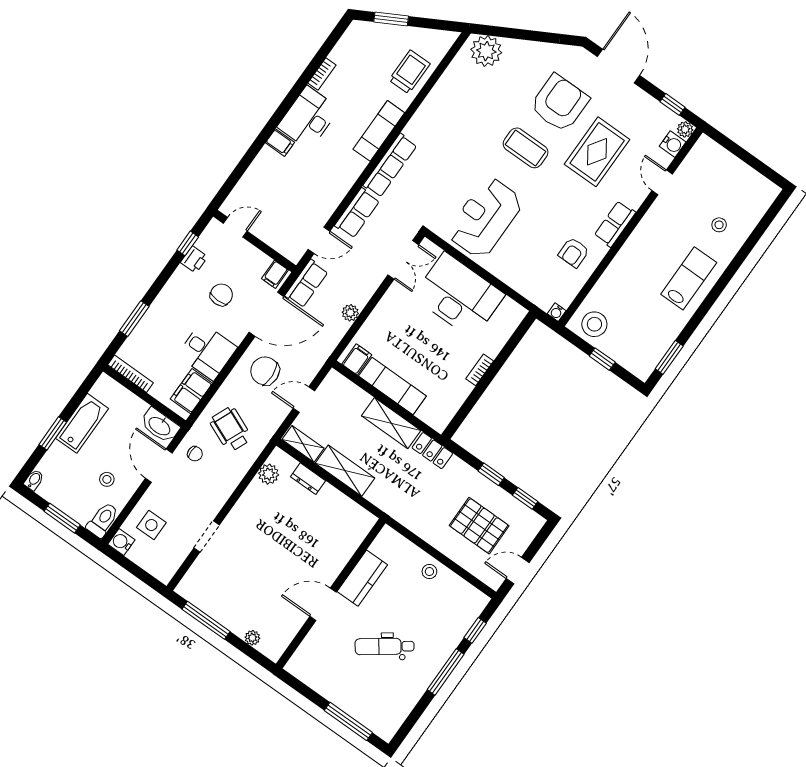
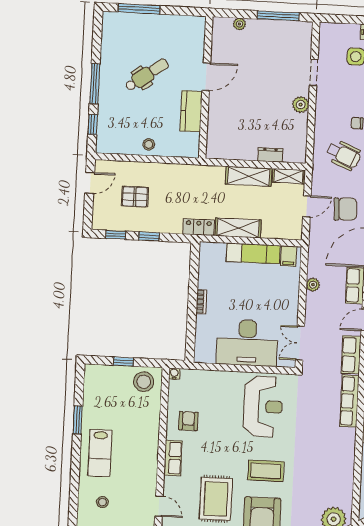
window: (669, 357) -> (78, 420), moved
plant: (269, 474) -> (301, 105), moved
pallet: (479, 526) -> (135, 197), width x0.67, depth x0.71

